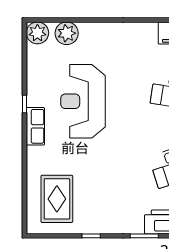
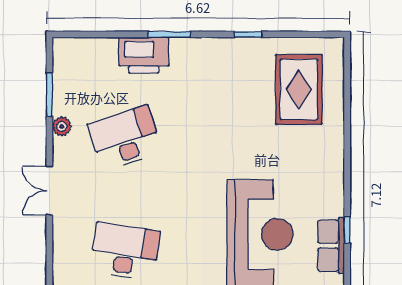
row of seats: (35, 126) -> (331, 246), moved

